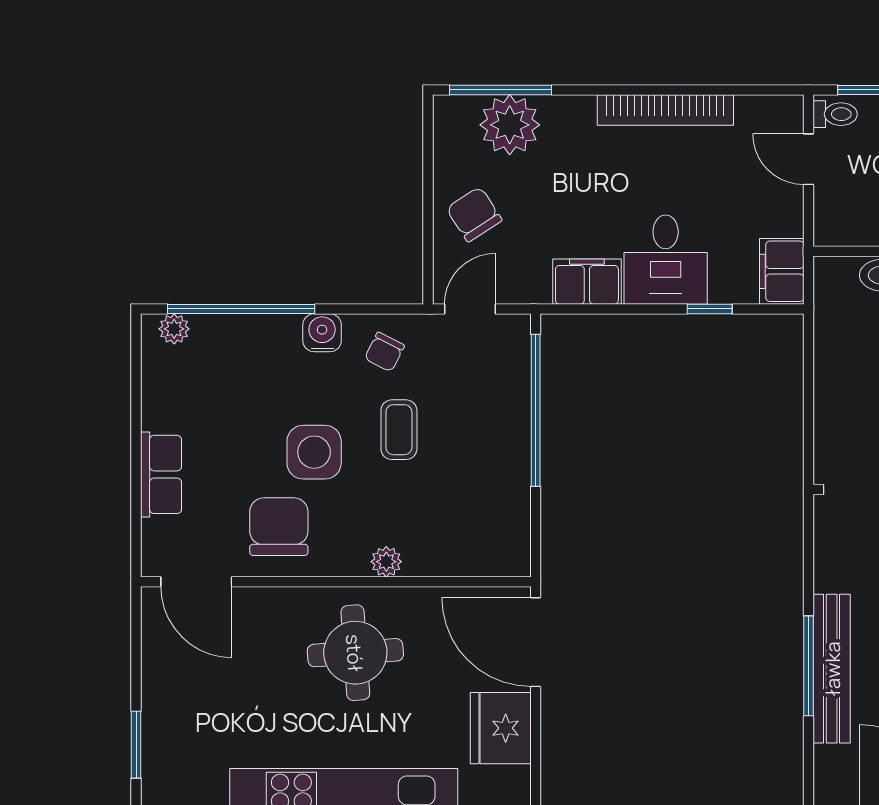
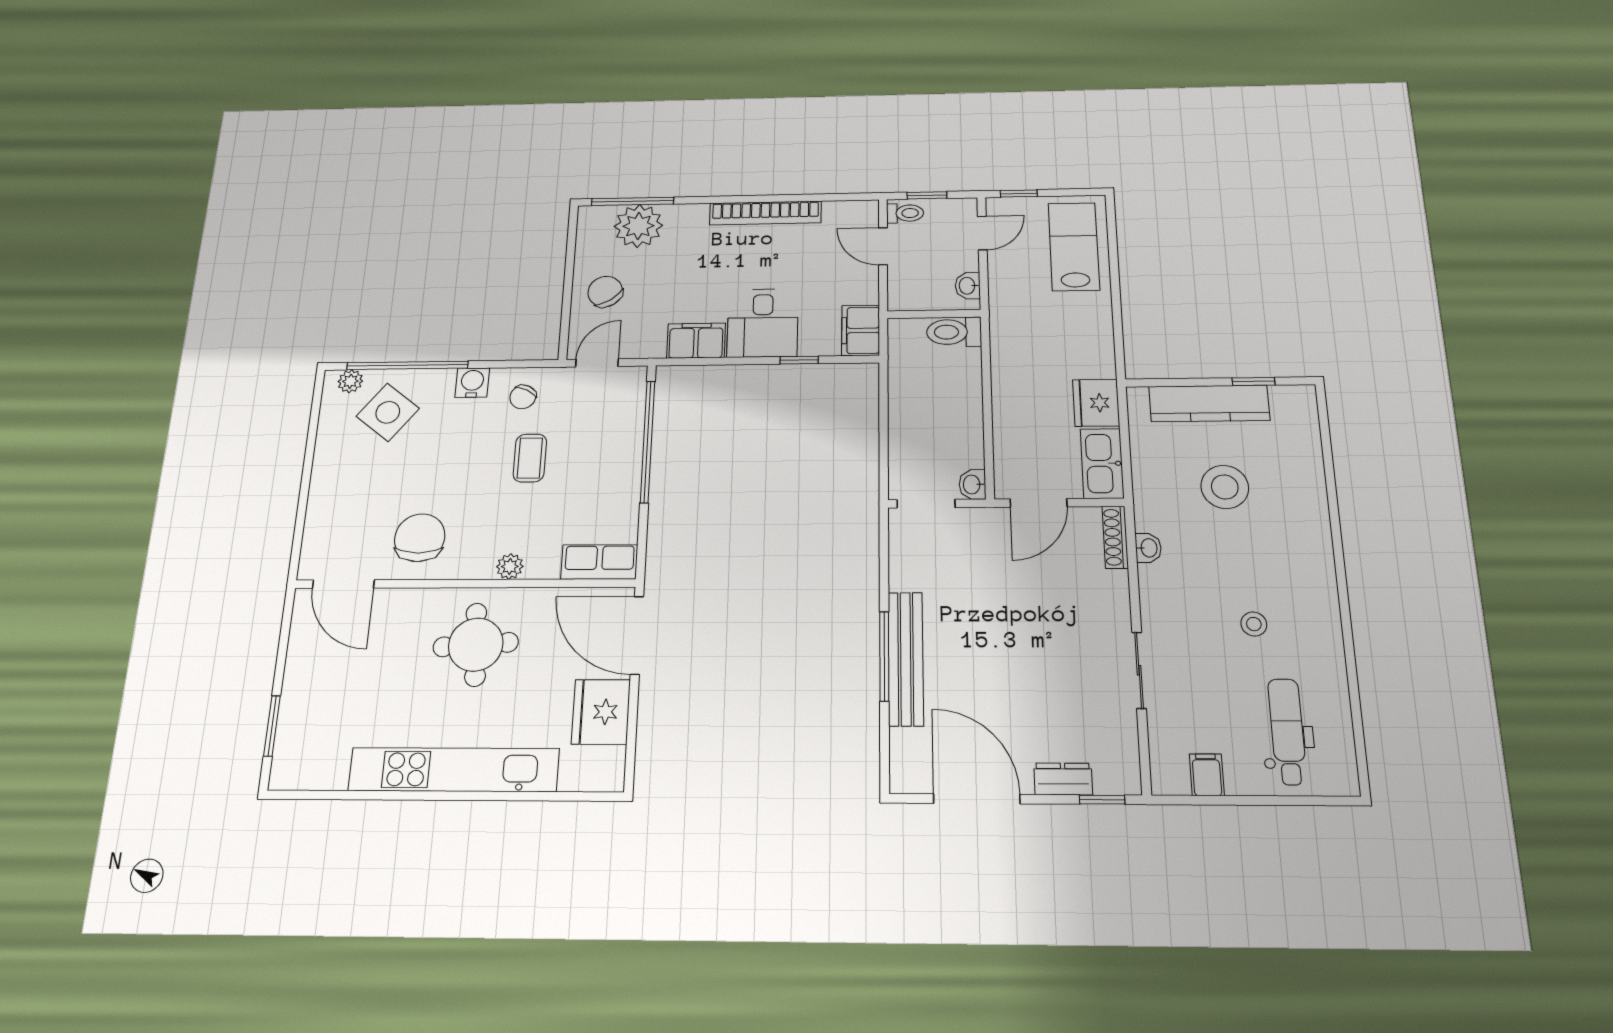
side table: (314, 452) -> (388, 412), moved, turned 38
row of seats: (161, 474) -> (599, 562), moved, turned -90

